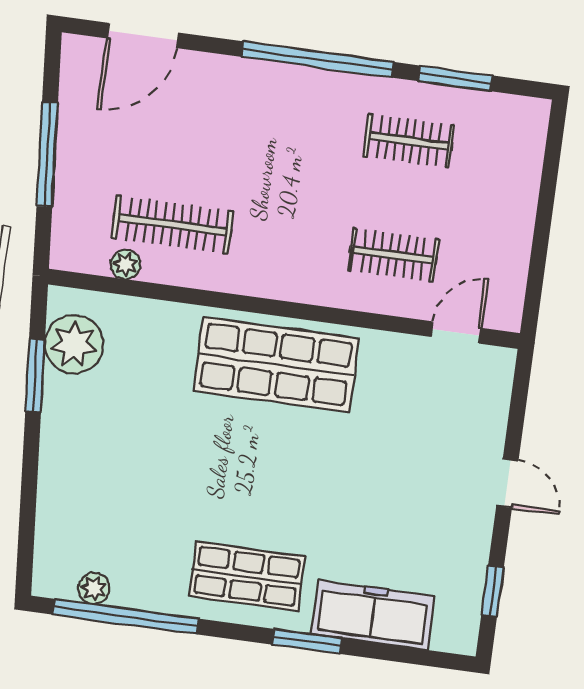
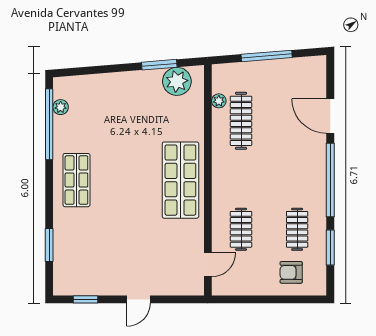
door: (143, 36) -> (330, 116), moved
armchair: (495, 165) -> (291, 272), added
door: (456, 332) -> (208, 265), hinge flipped
freezer: (373, 615) -> (66, 243), removed
window: (307, 641) -> (49, 245), moved

